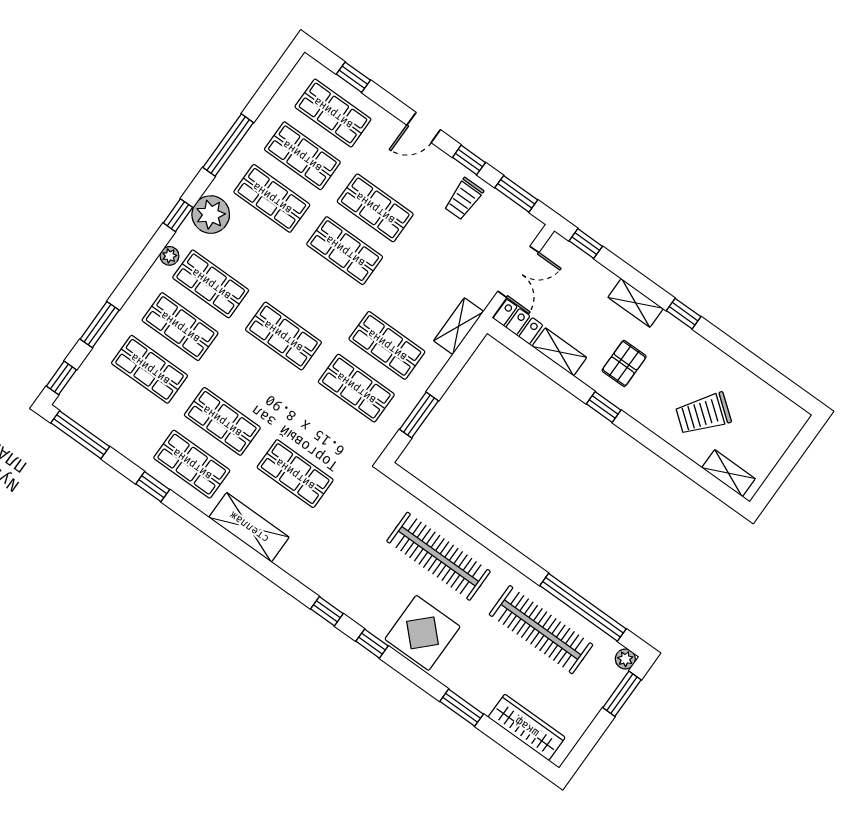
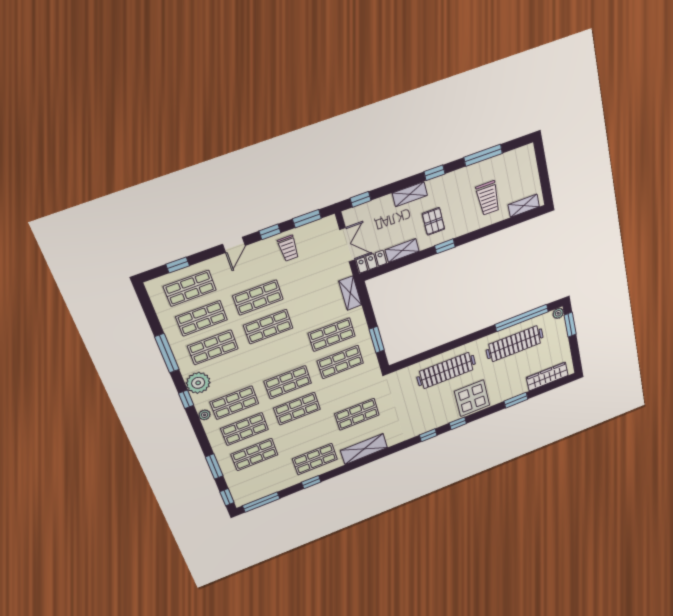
window: (749, 361) -> (483, 155), added
trolley: (703, 414) -> (488, 198), turned -38
shop shelf: (222, 421) -> (297, 409), moved

